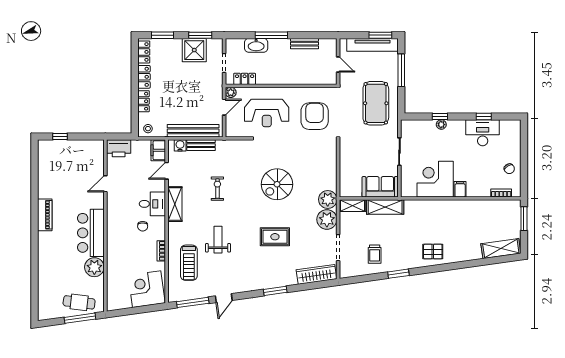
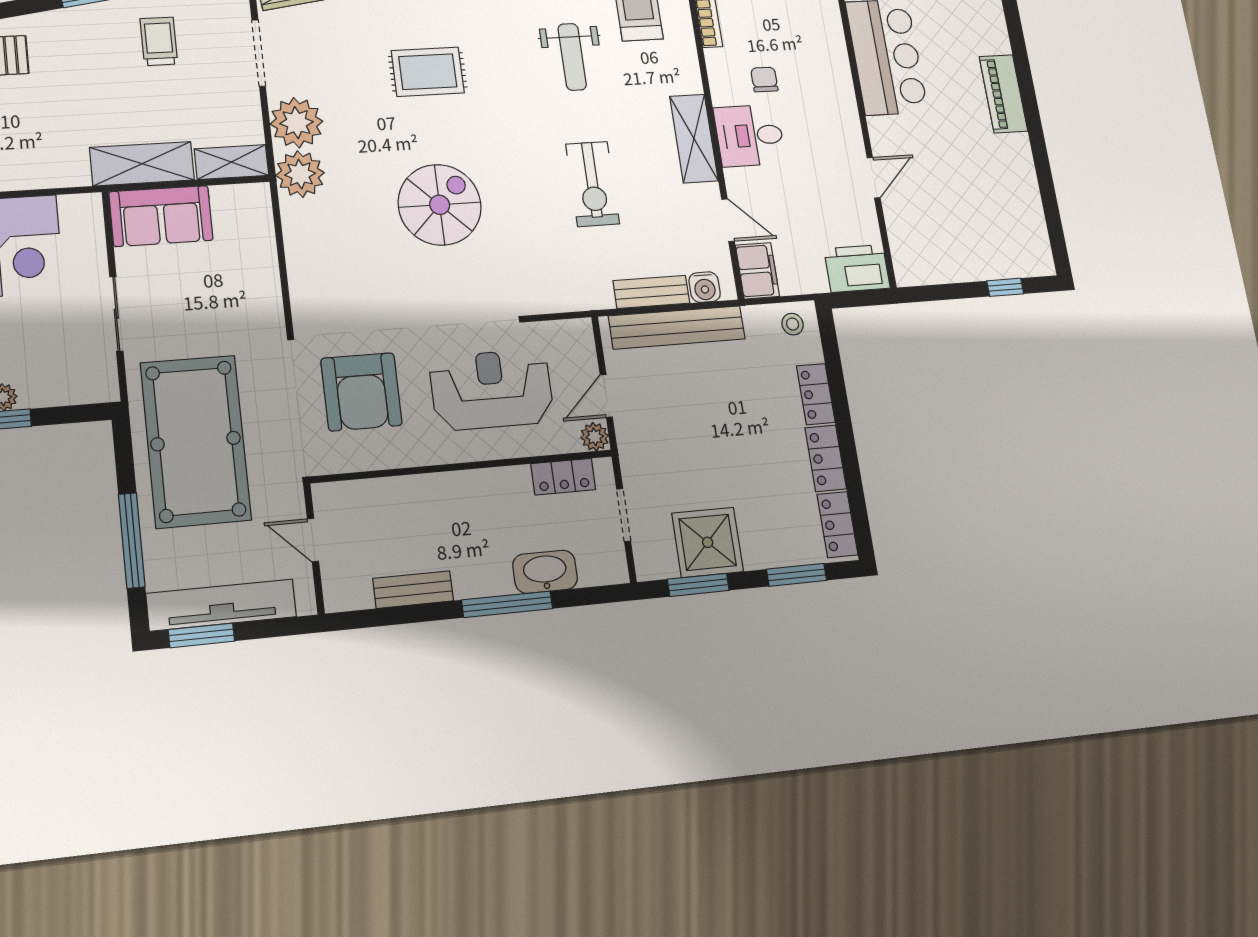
pool table: (376, 103) -> (196, 441), width x1.36, depth x1.32
door: (167, 171) -> (728, 220), hinge flipped
exercise bike: (217, 189) -> (592, 184), width x1.38, depth x1.39

